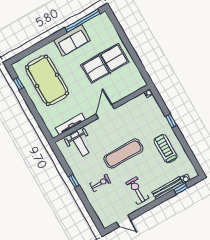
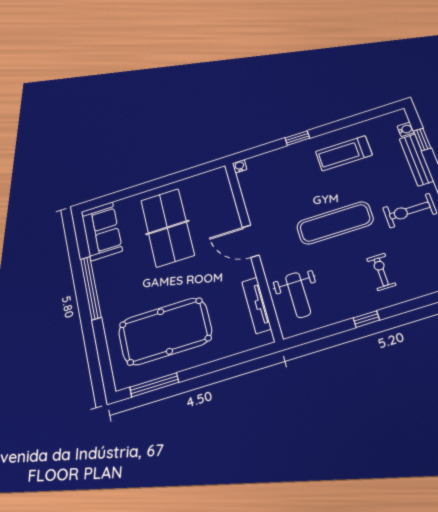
window: (83, 21) -> (91, 288), moved
sofa: (72, 40) -> (102, 231), moved
window: (18, 83) -> (154, 385), width x2.17
weight bench: (80, 144) -> (298, 295), turned 90
exercise mat: (123, 153) -> (335, 223), turned 90

